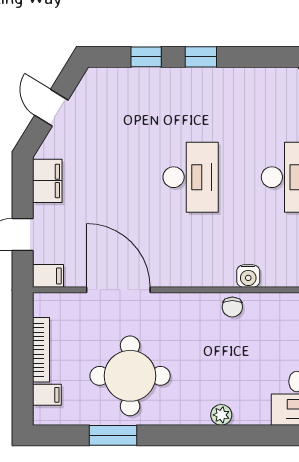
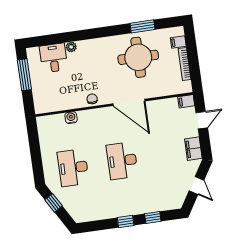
water cooler: (248, 276) -> (71, 118), moved
door: (118, 290) -> (129, 102), moved
plant: (221, 415) -> (71, 47), moved

